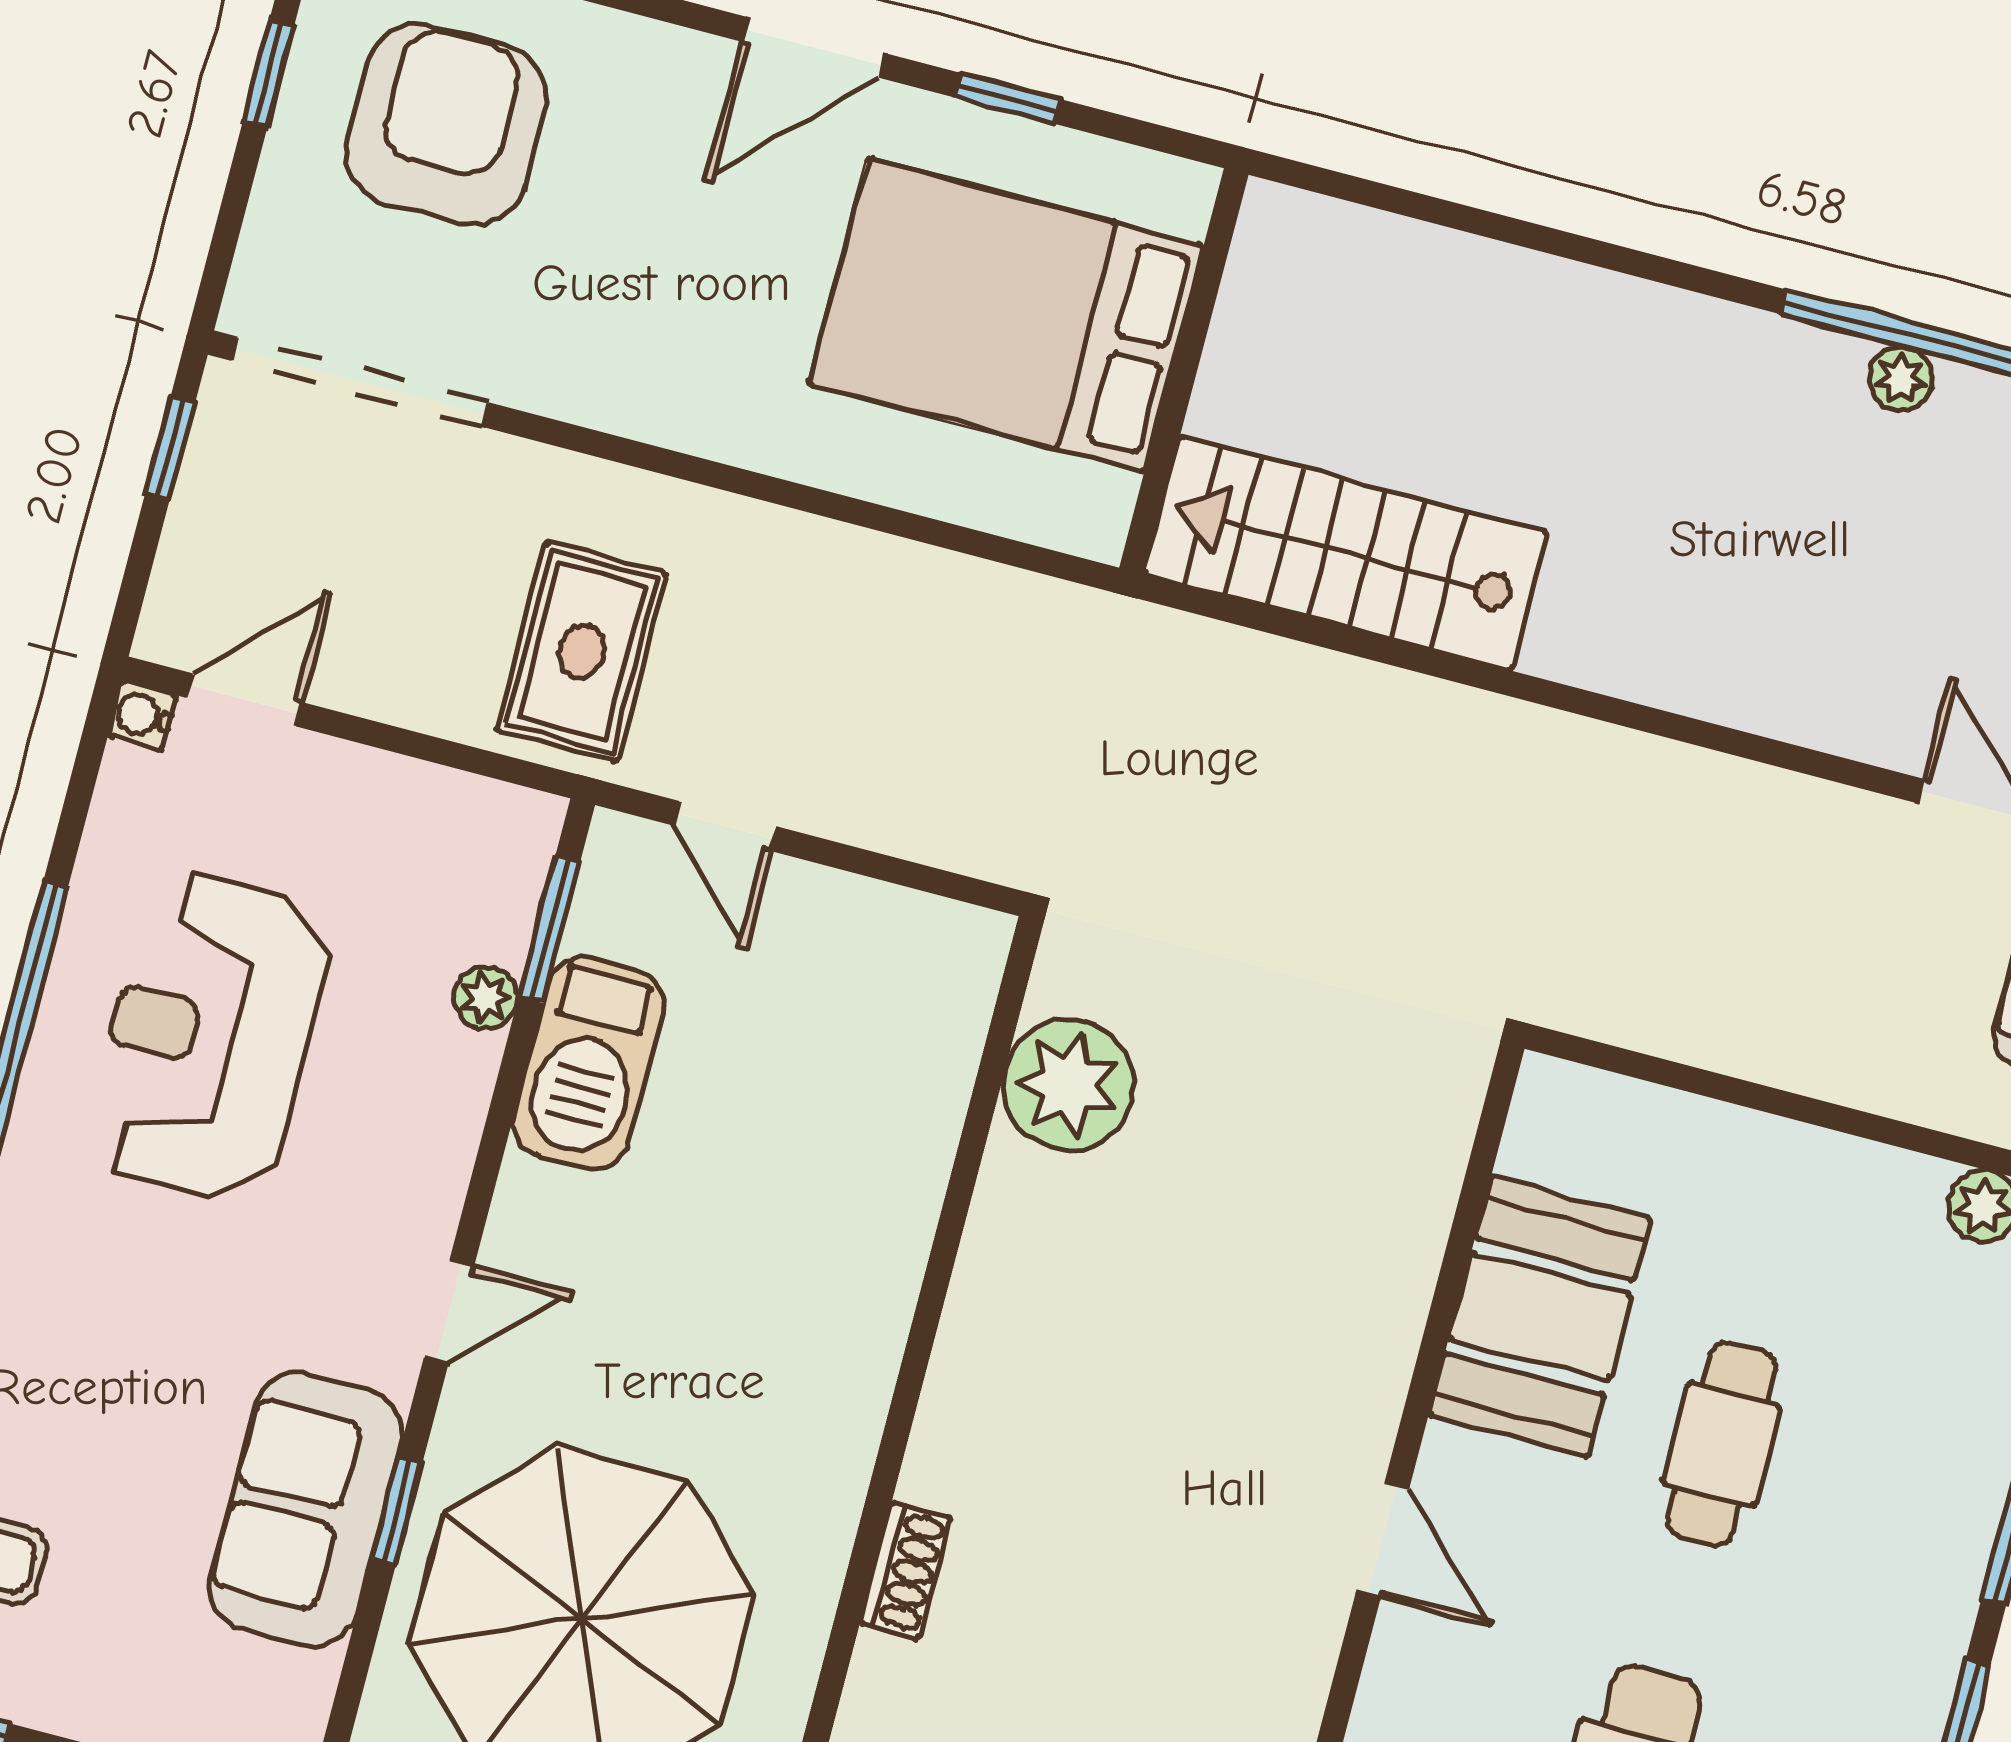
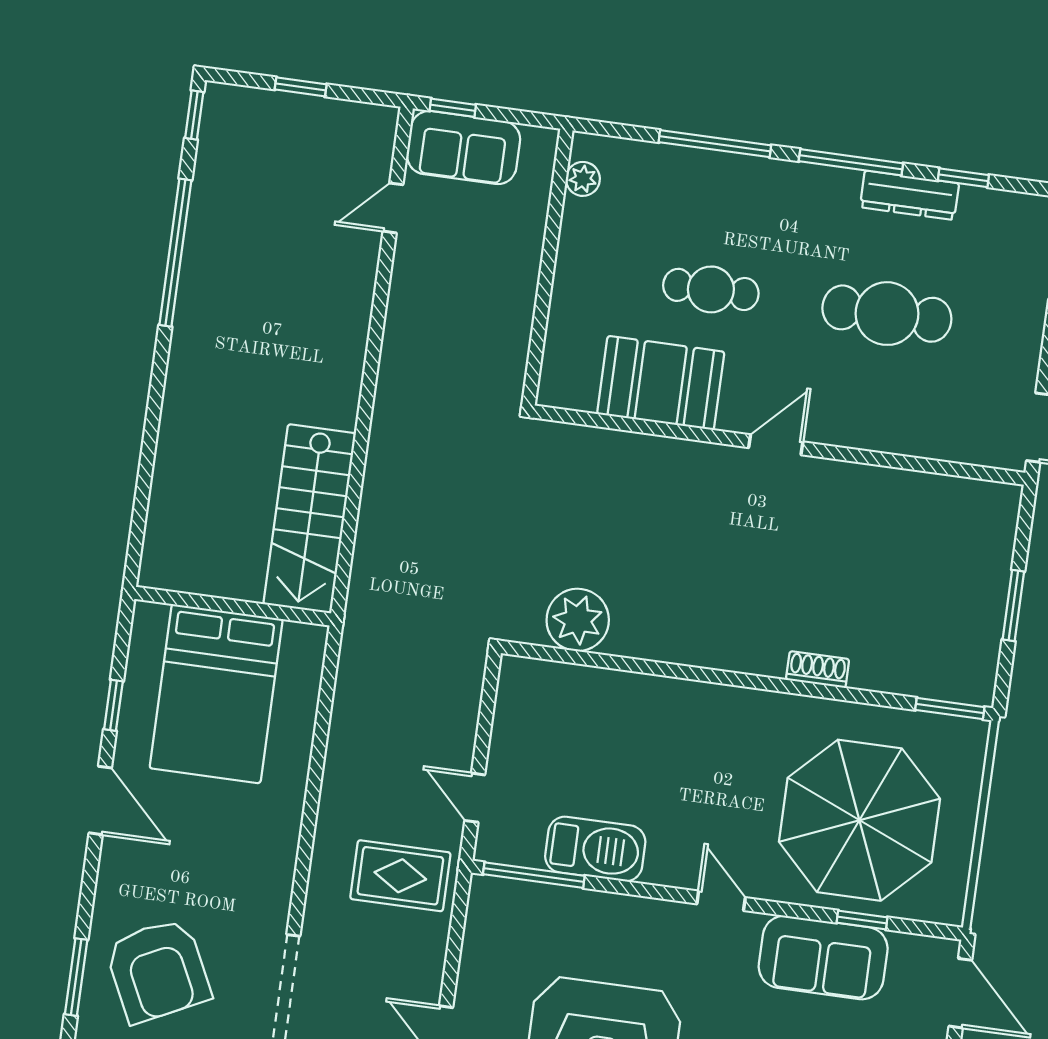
armchair: (446, 124) -> (158, 970), turned -116
plant: (1901, 379) -> (195, 266), removed
door: (725, 826) -> (475, 798), swing flipped
window: (549, 929) -> (534, 875), width x1.44
plant: (486, 998) -> (570, 901), removed
window: (397, 1511) -> (862, 920), moved

